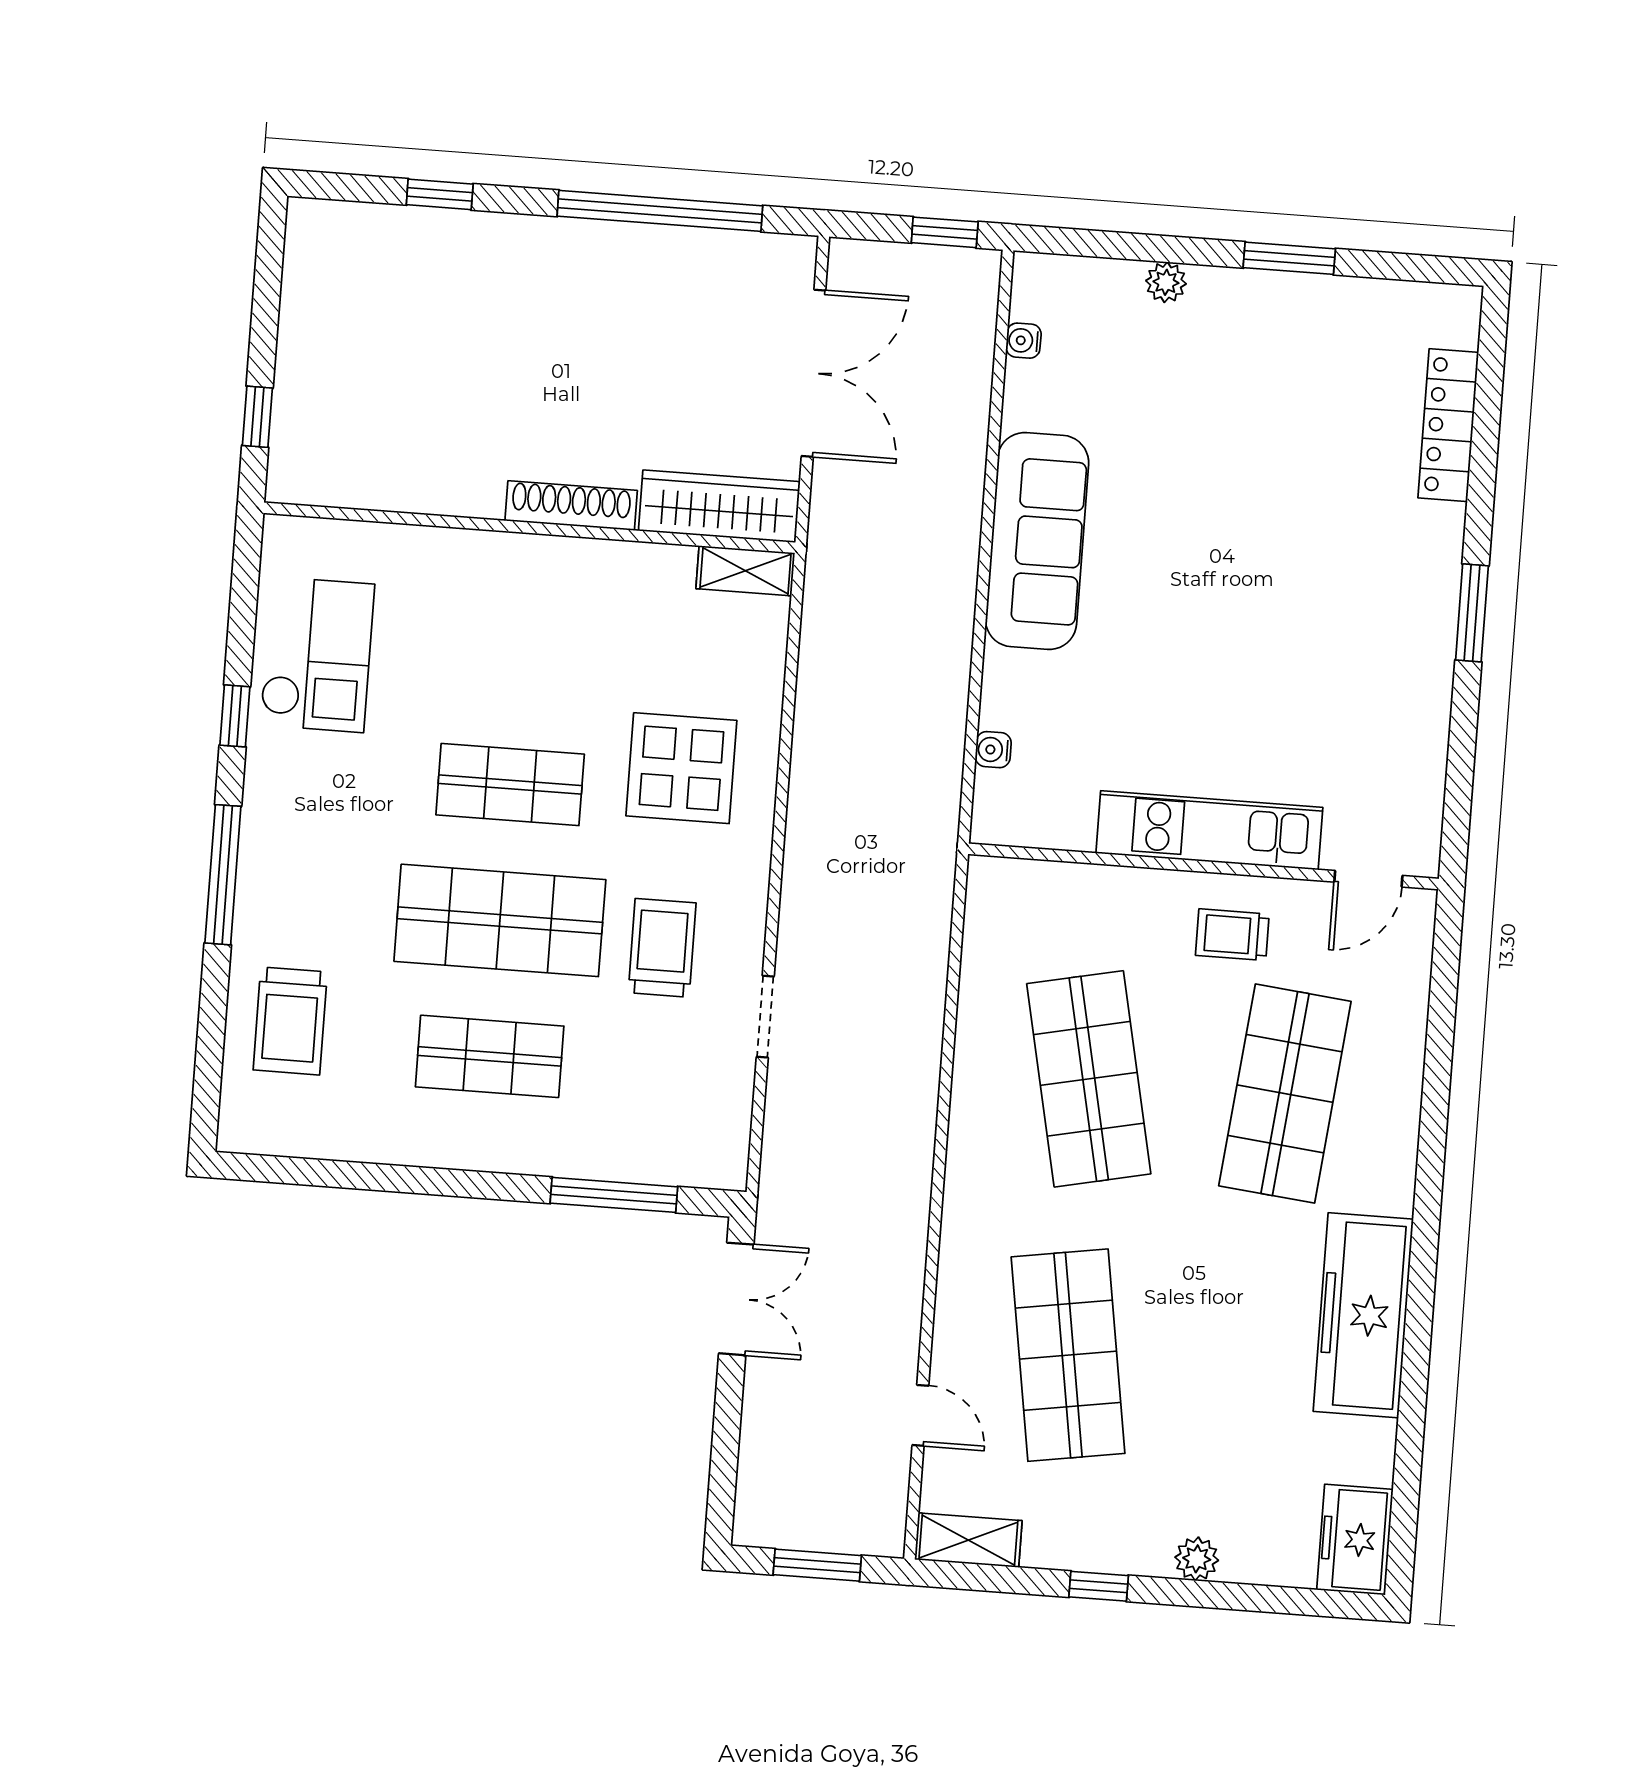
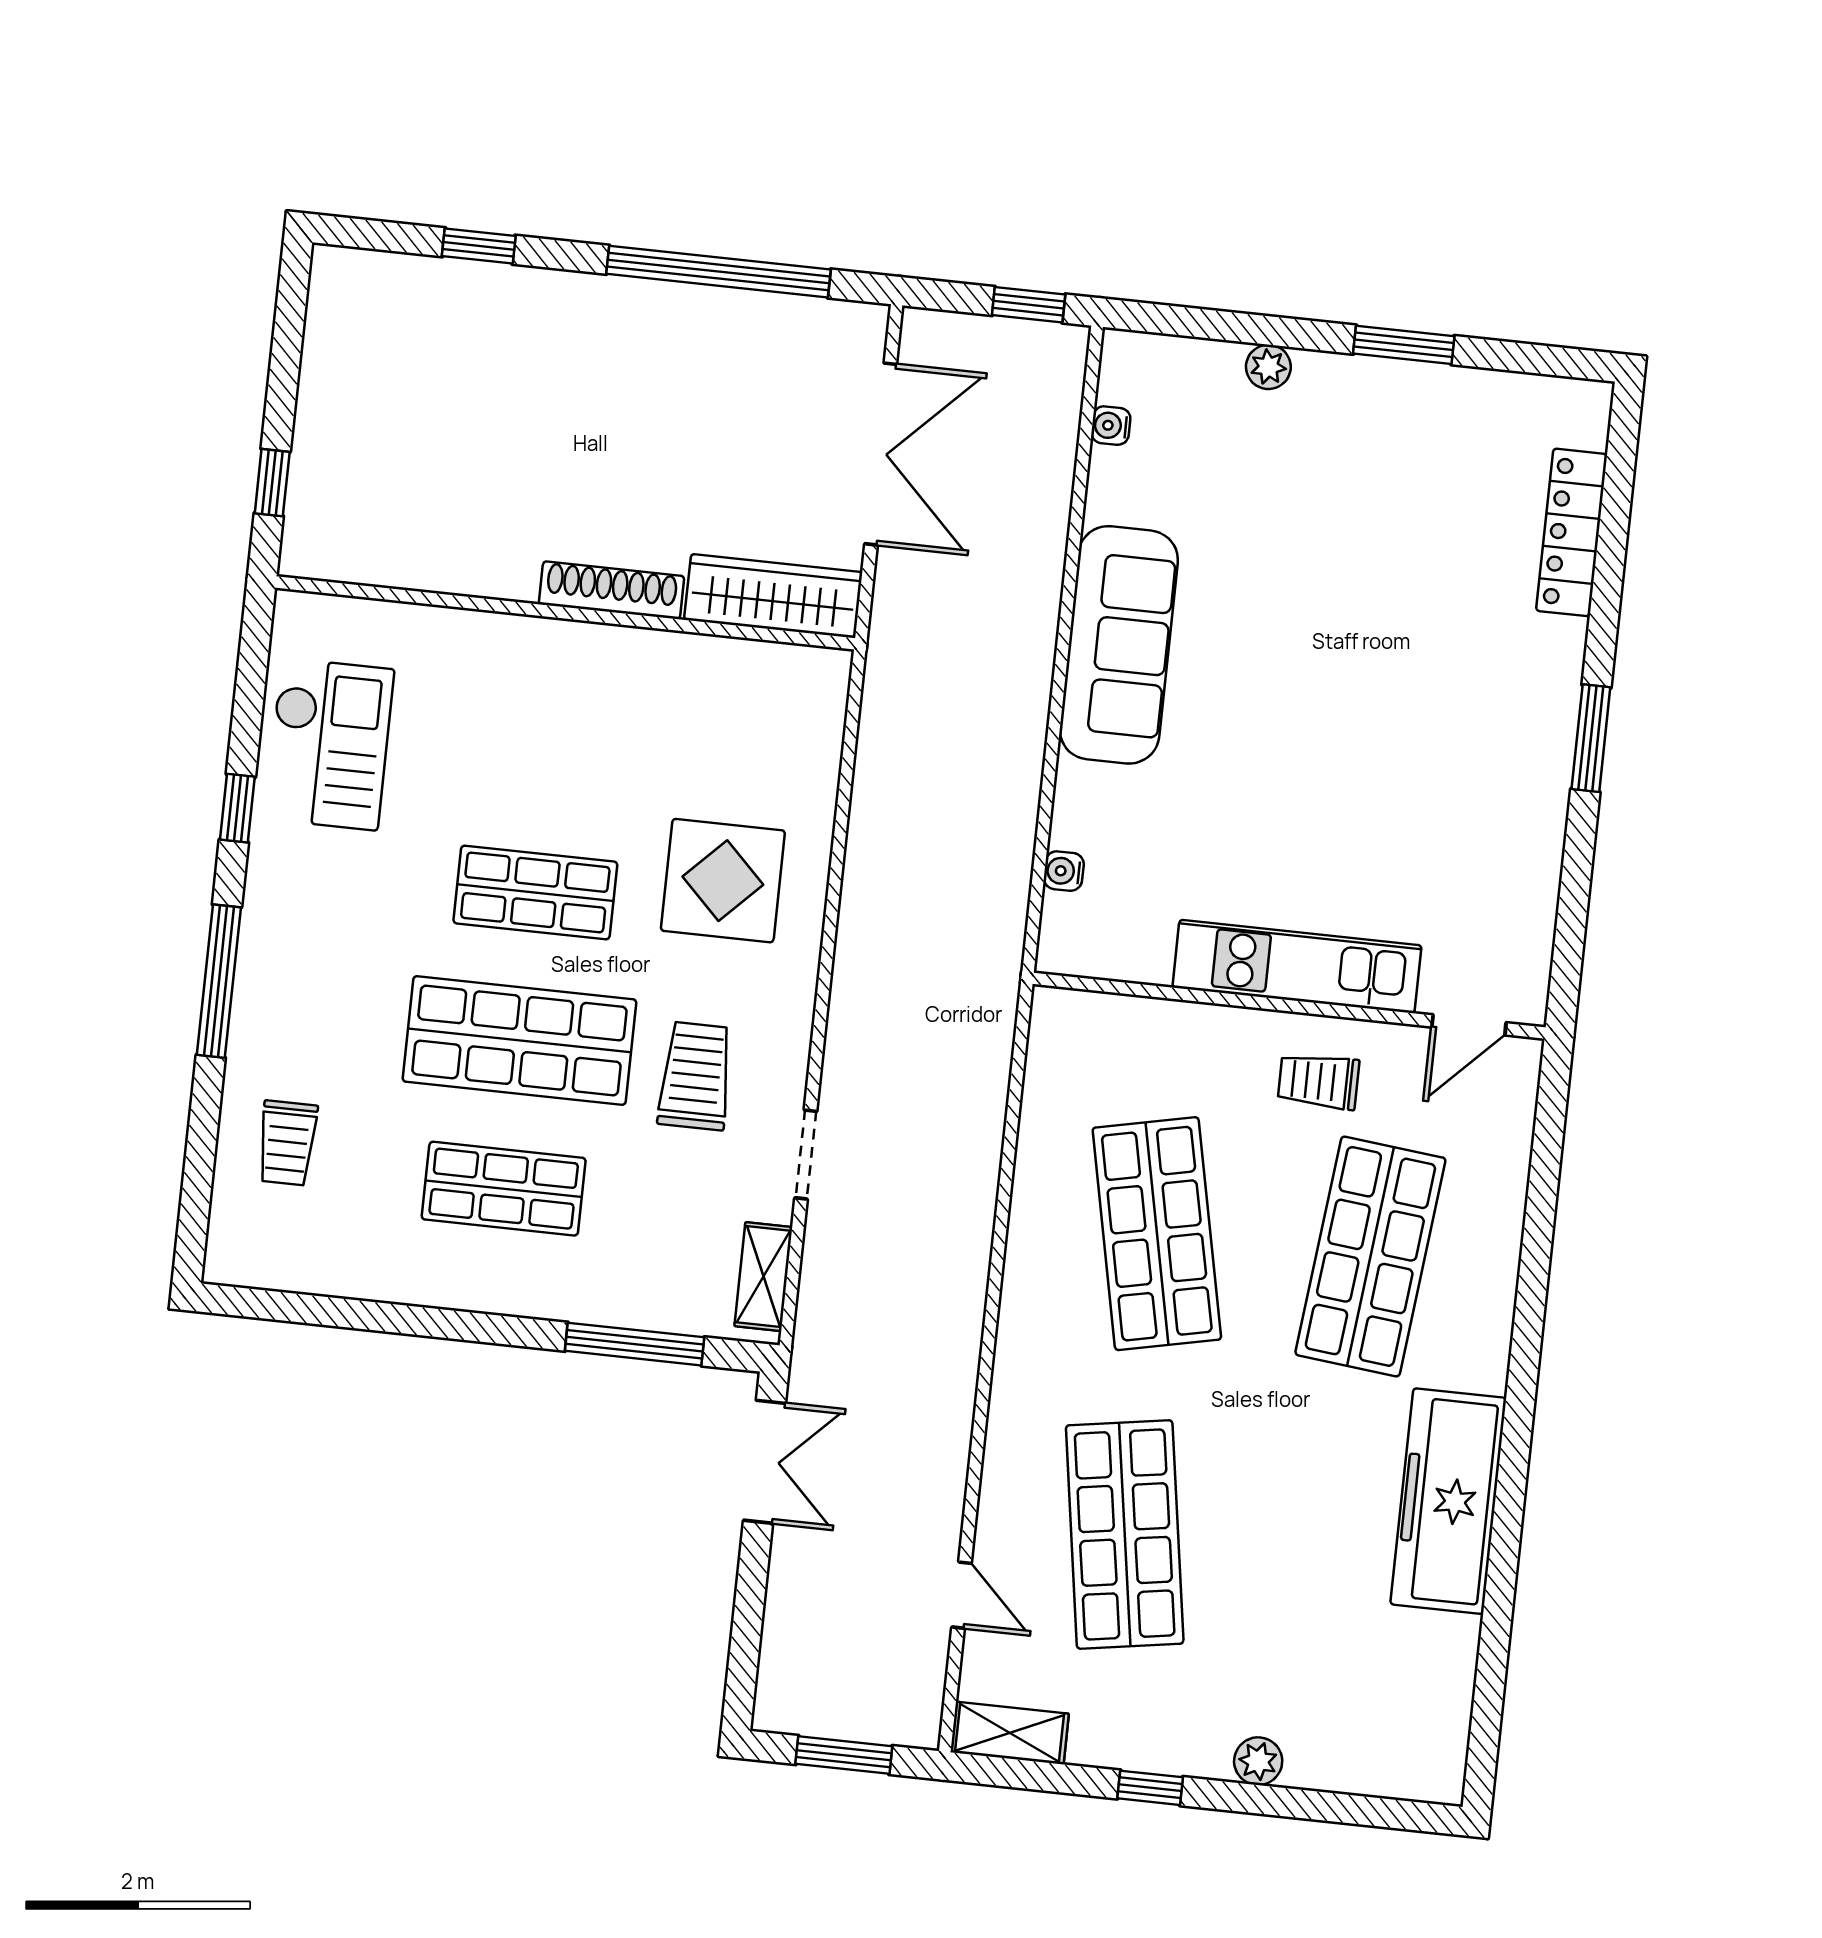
shelving: (745, 571) -> (763, 1277), moved, turned 90
trolley: (290, 1021) -> (287, 1143), width x0.73, depth x0.72
freezer: (1355, 1540) -> (1431, 1746), removed

